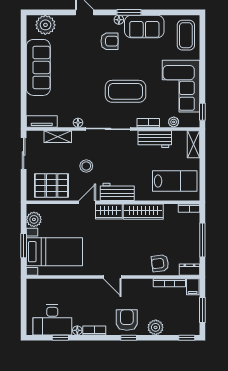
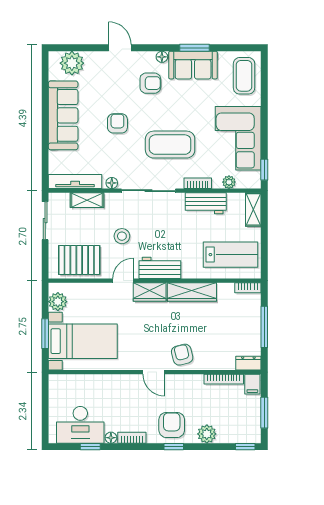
window: (129, 12) -> (194, 48), moved
armchair: (83, 74) -> (117, 123), added
tv unit: (42, 121) -> (75, 181), width x1.41
armchair: (160, 263) -> (182, 355), moved, turned 83

